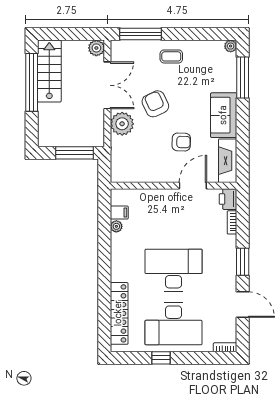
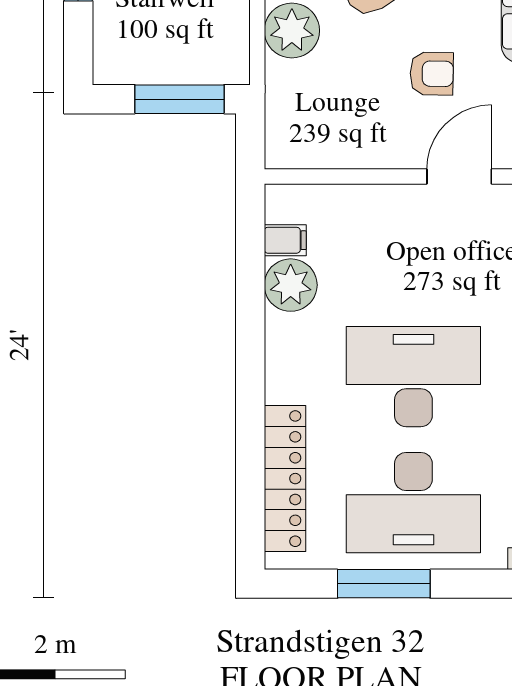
plant: (116, 226) -> (291, 285), width x1.87, depth x1.87
window: (161, 358) -> (384, 584), width x2.17

